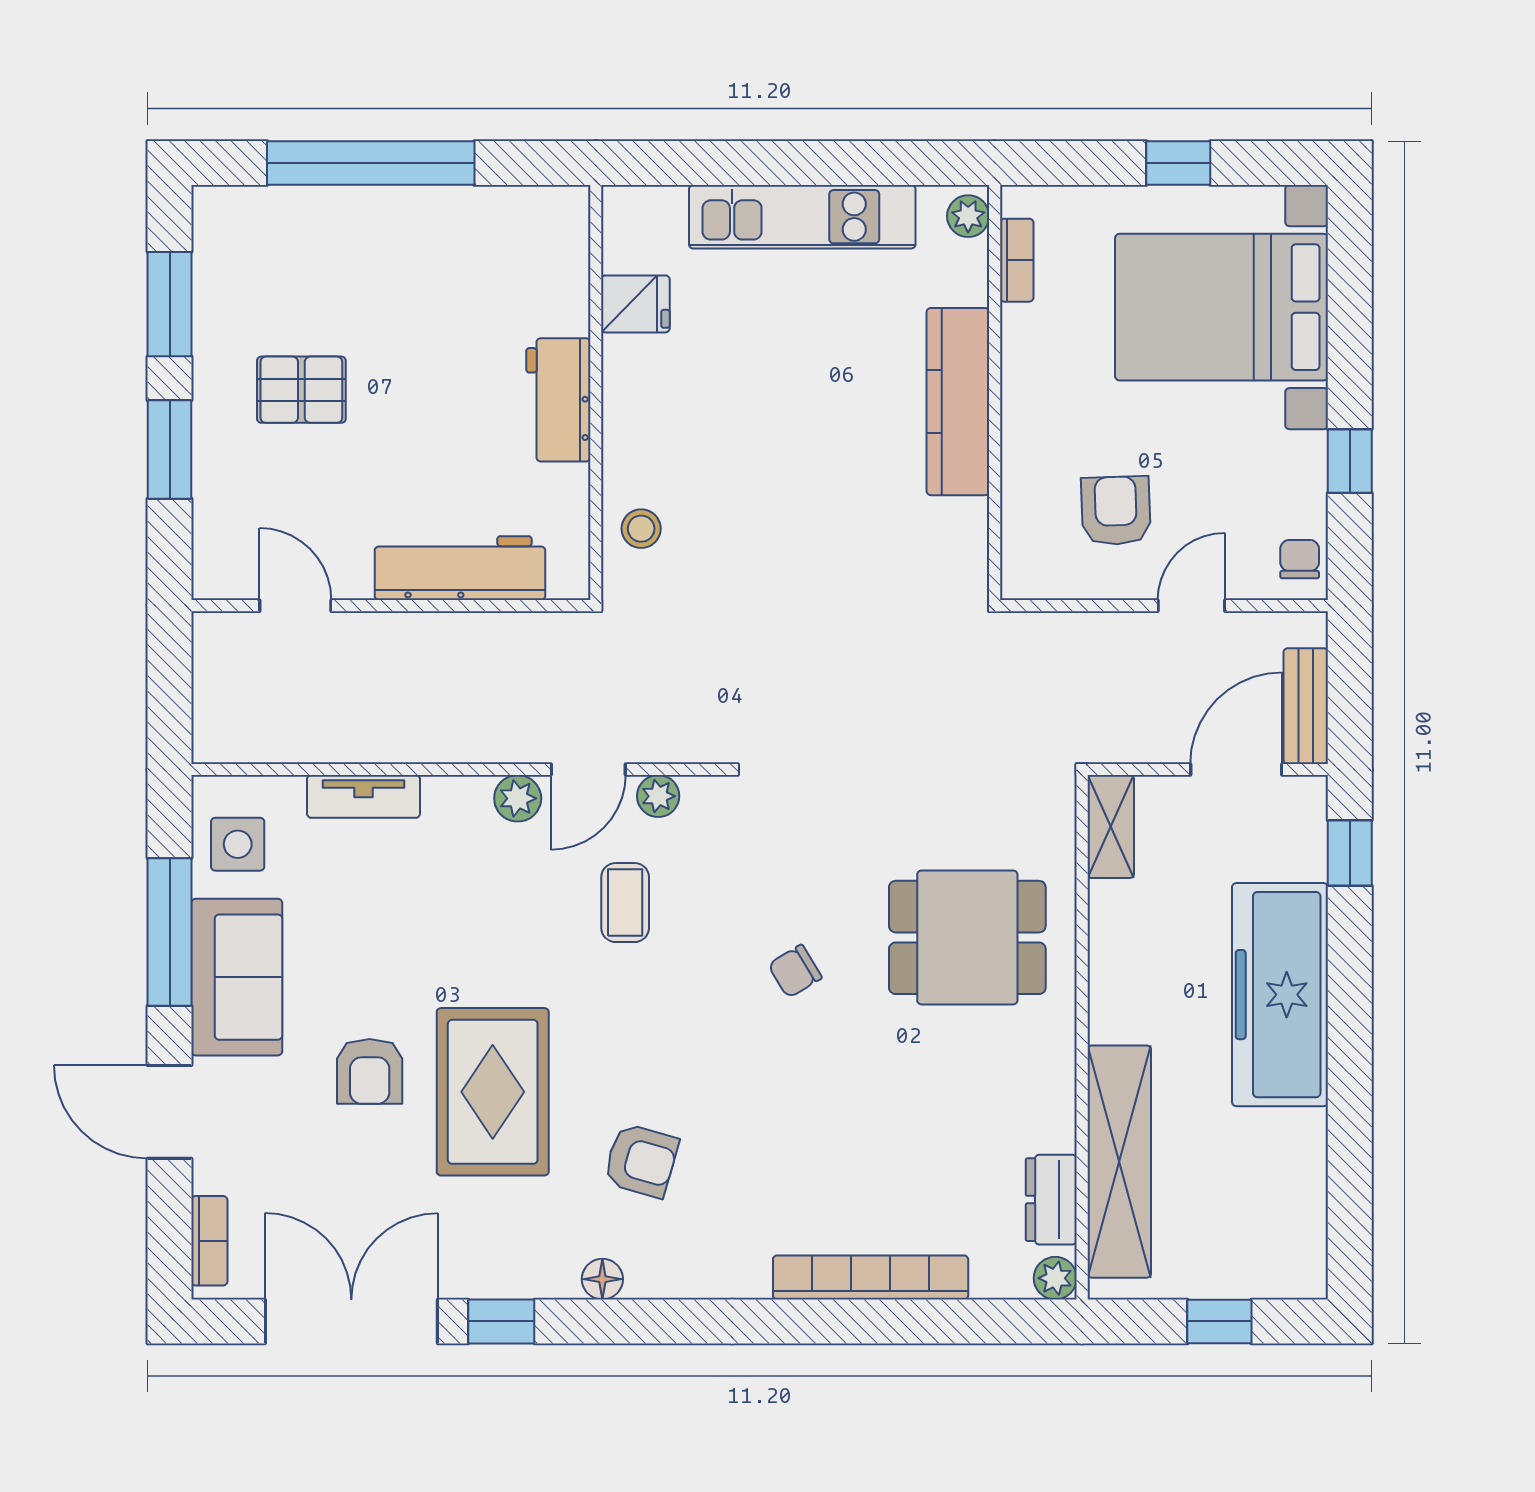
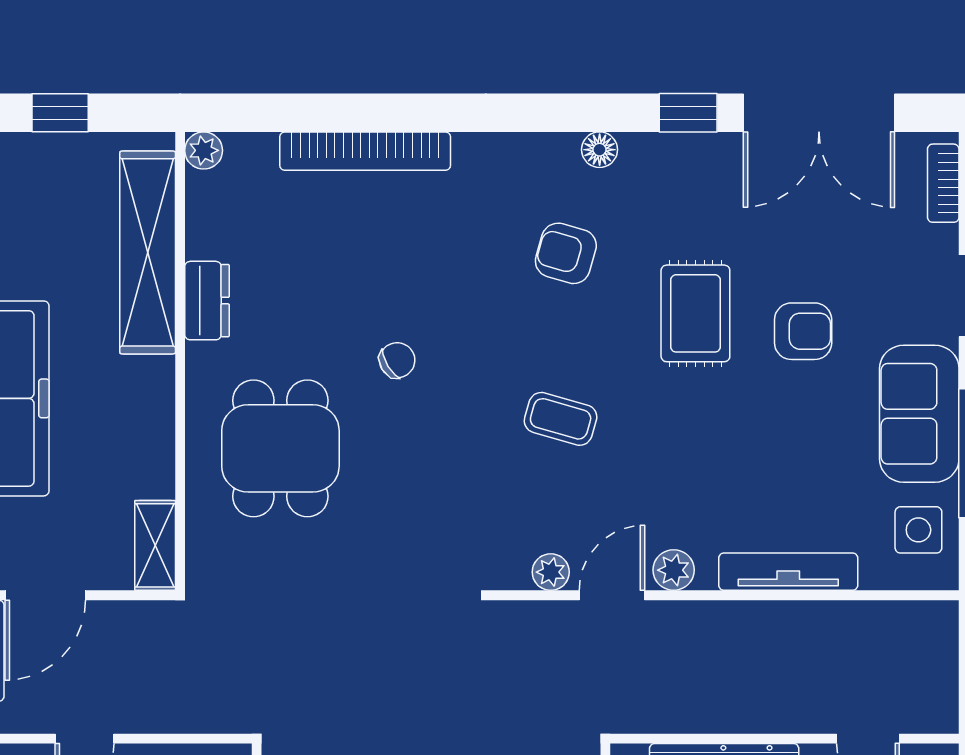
tv unit: (364, 796) -> (788, 572), width x1.41
coffee table: (625, 903) -> (561, 419), moved, turned -74
dining table: (967, 937) -> (280, 448), turned 90
chair: (795, 971) -> (397, 360), moved
armchair: (370, 1071) -> (803, 331), turned 90
rug: (493, 1092) -> (695, 313), width x0.73, depth x0.70
dresser: (1051, 1200) -> (207, 301), moved

